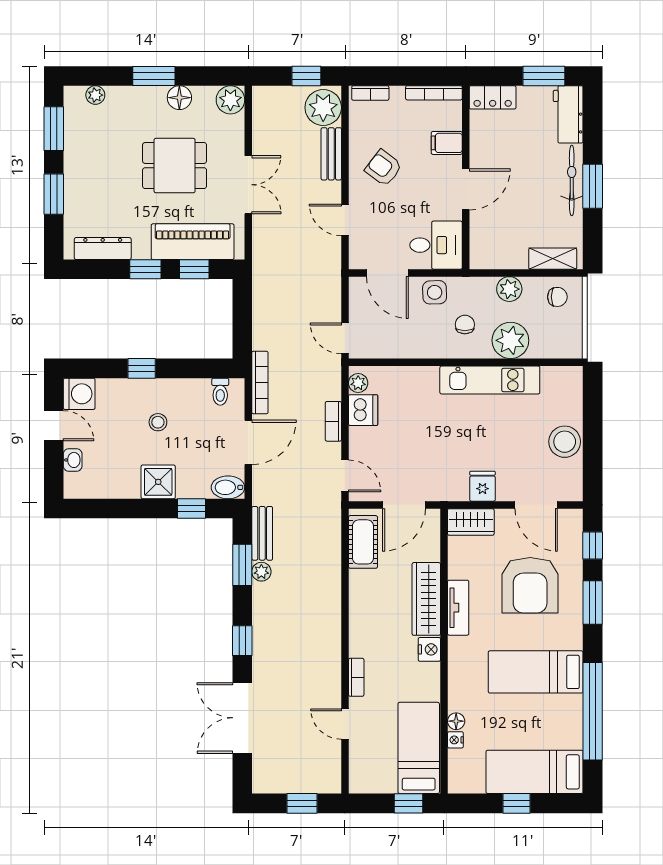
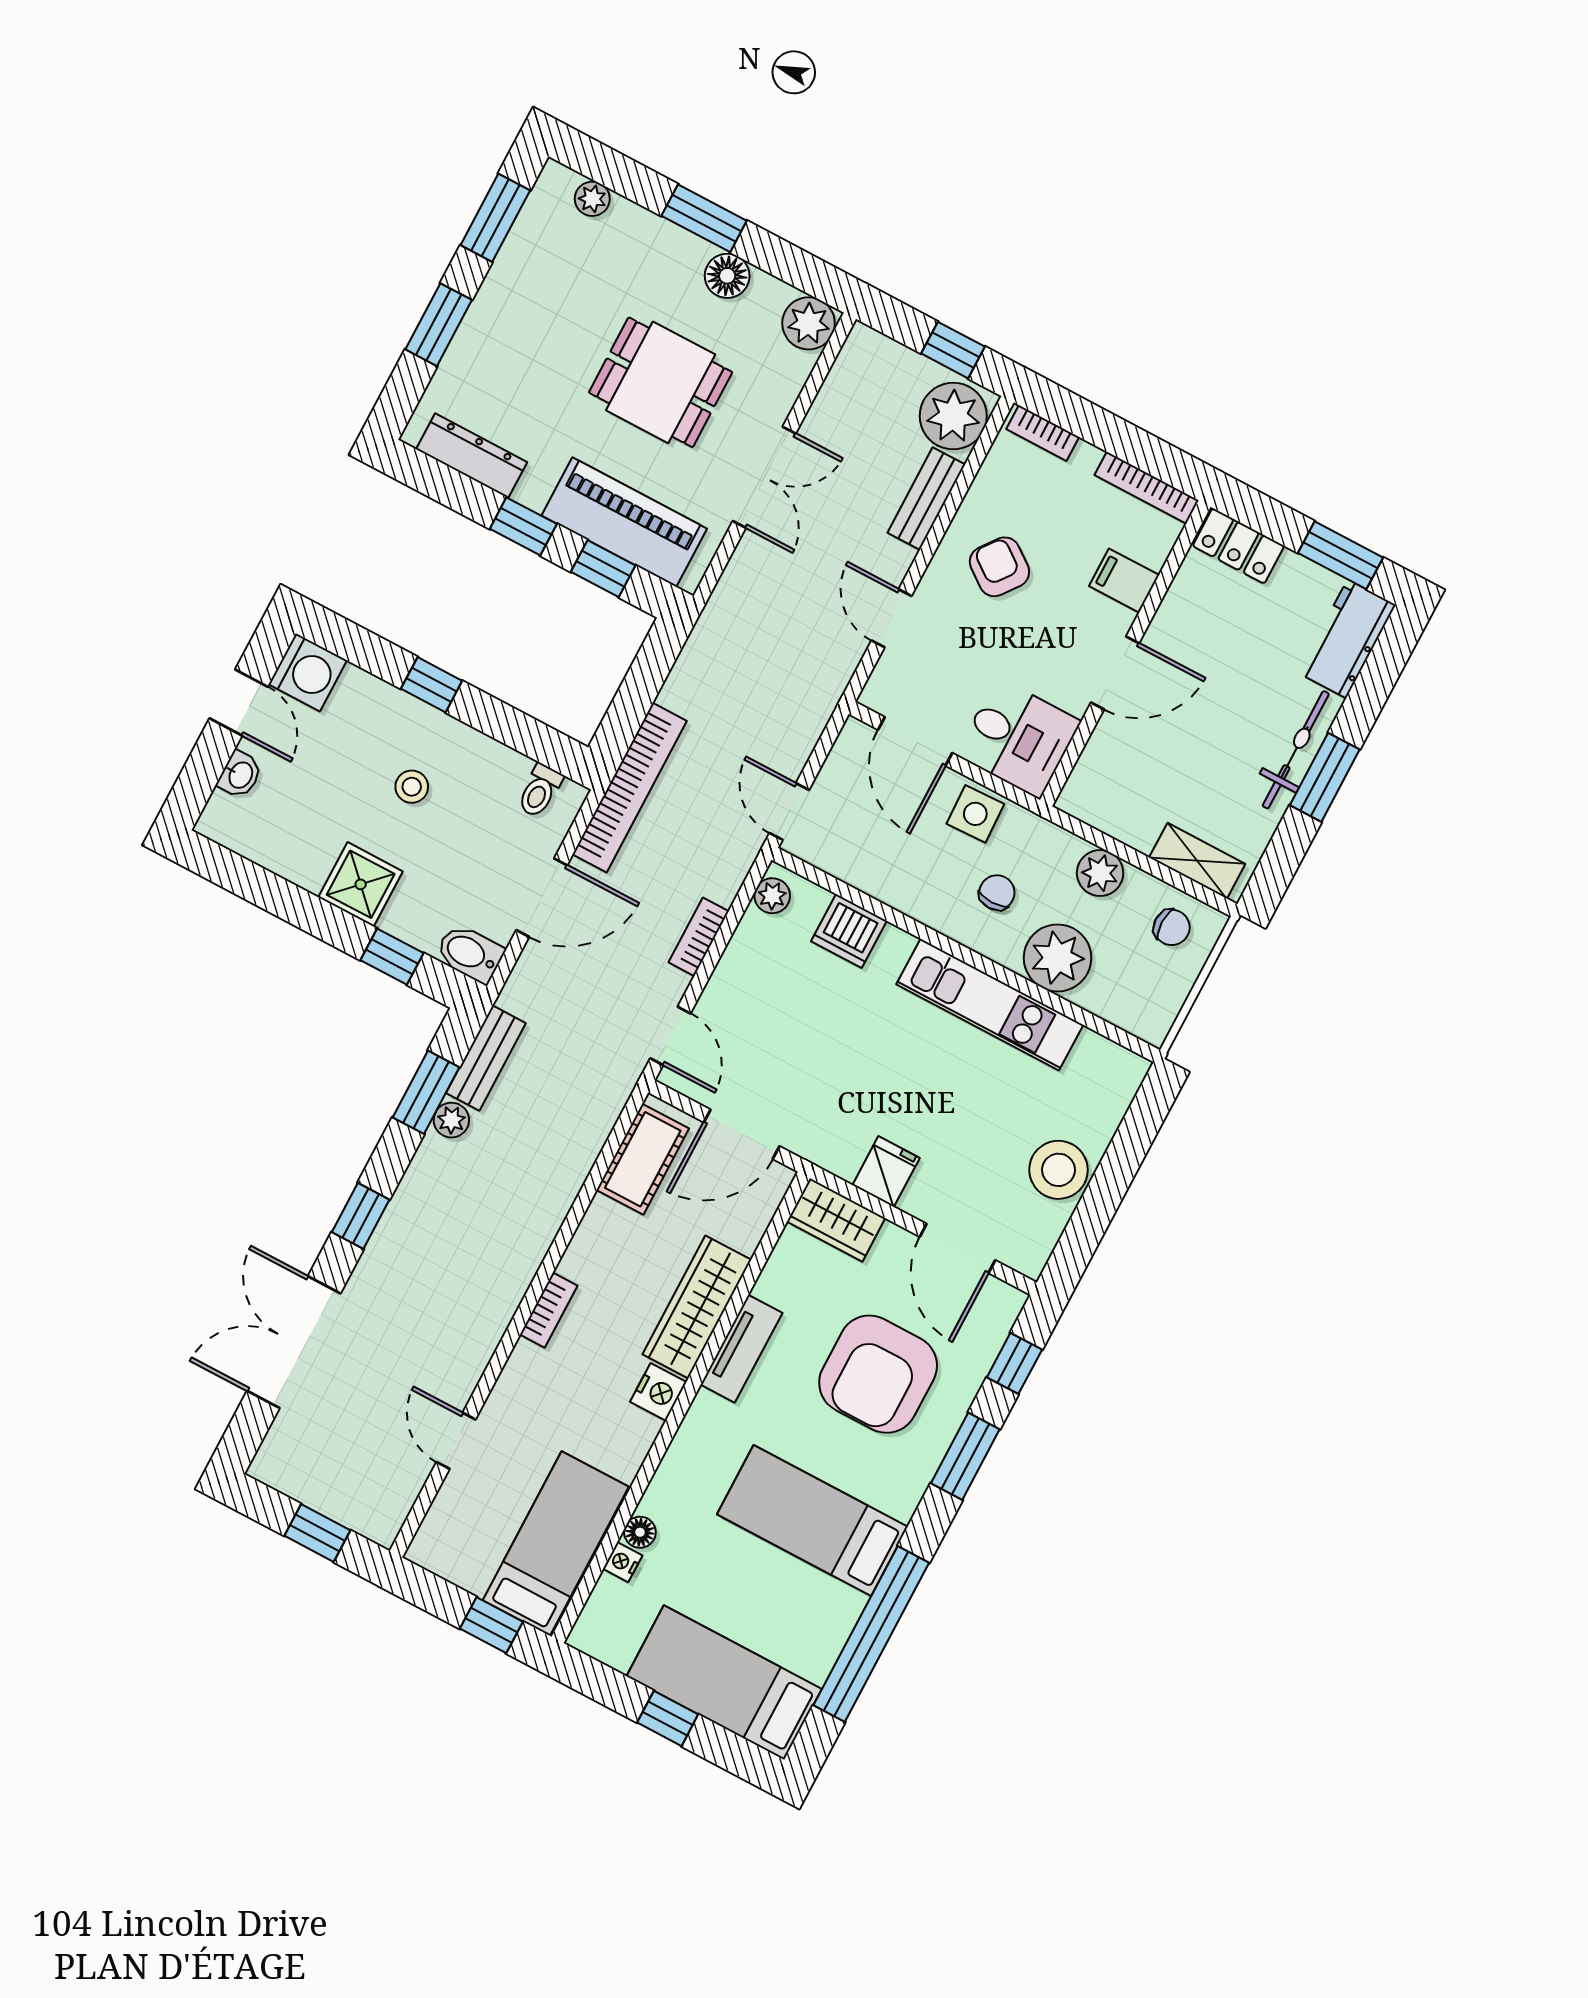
bookcase: (260, 382) -> (630, 788), width x1.48, depth x1.31
dishwasher: (363, 410) -> (849, 931), moved, turned 90
bookcase: (356, 677) -> (549, 1310), moved

